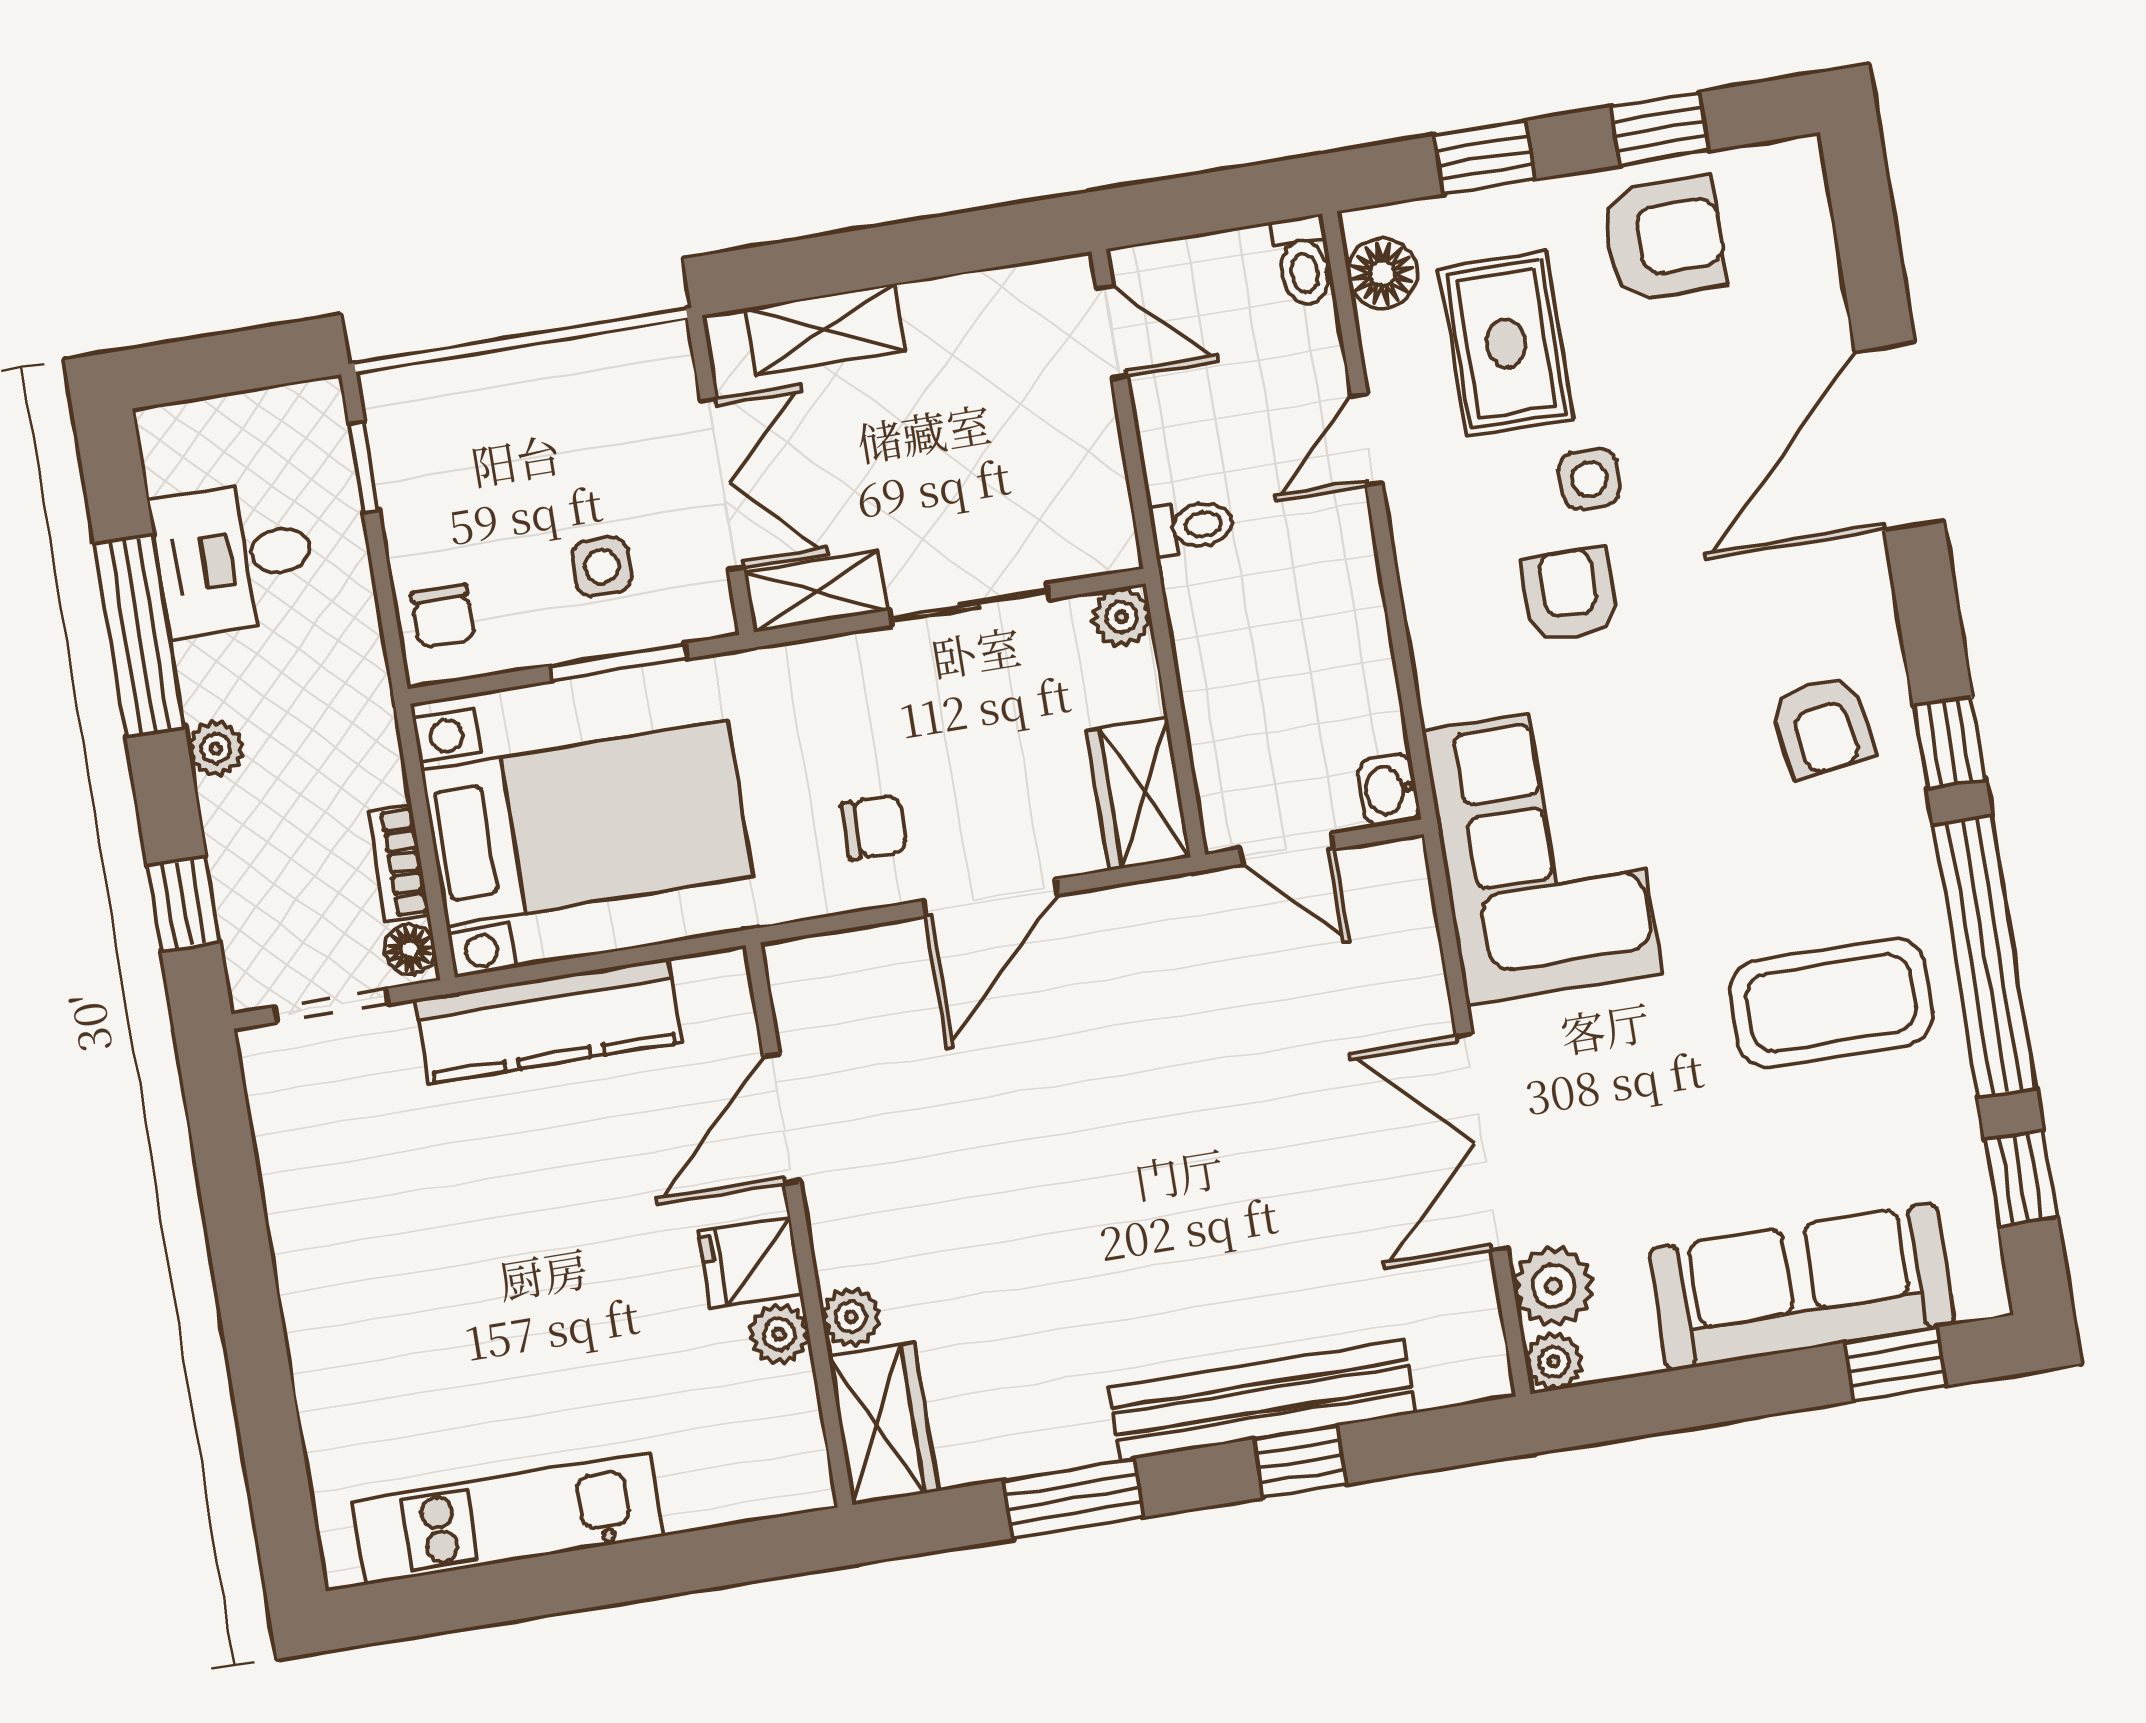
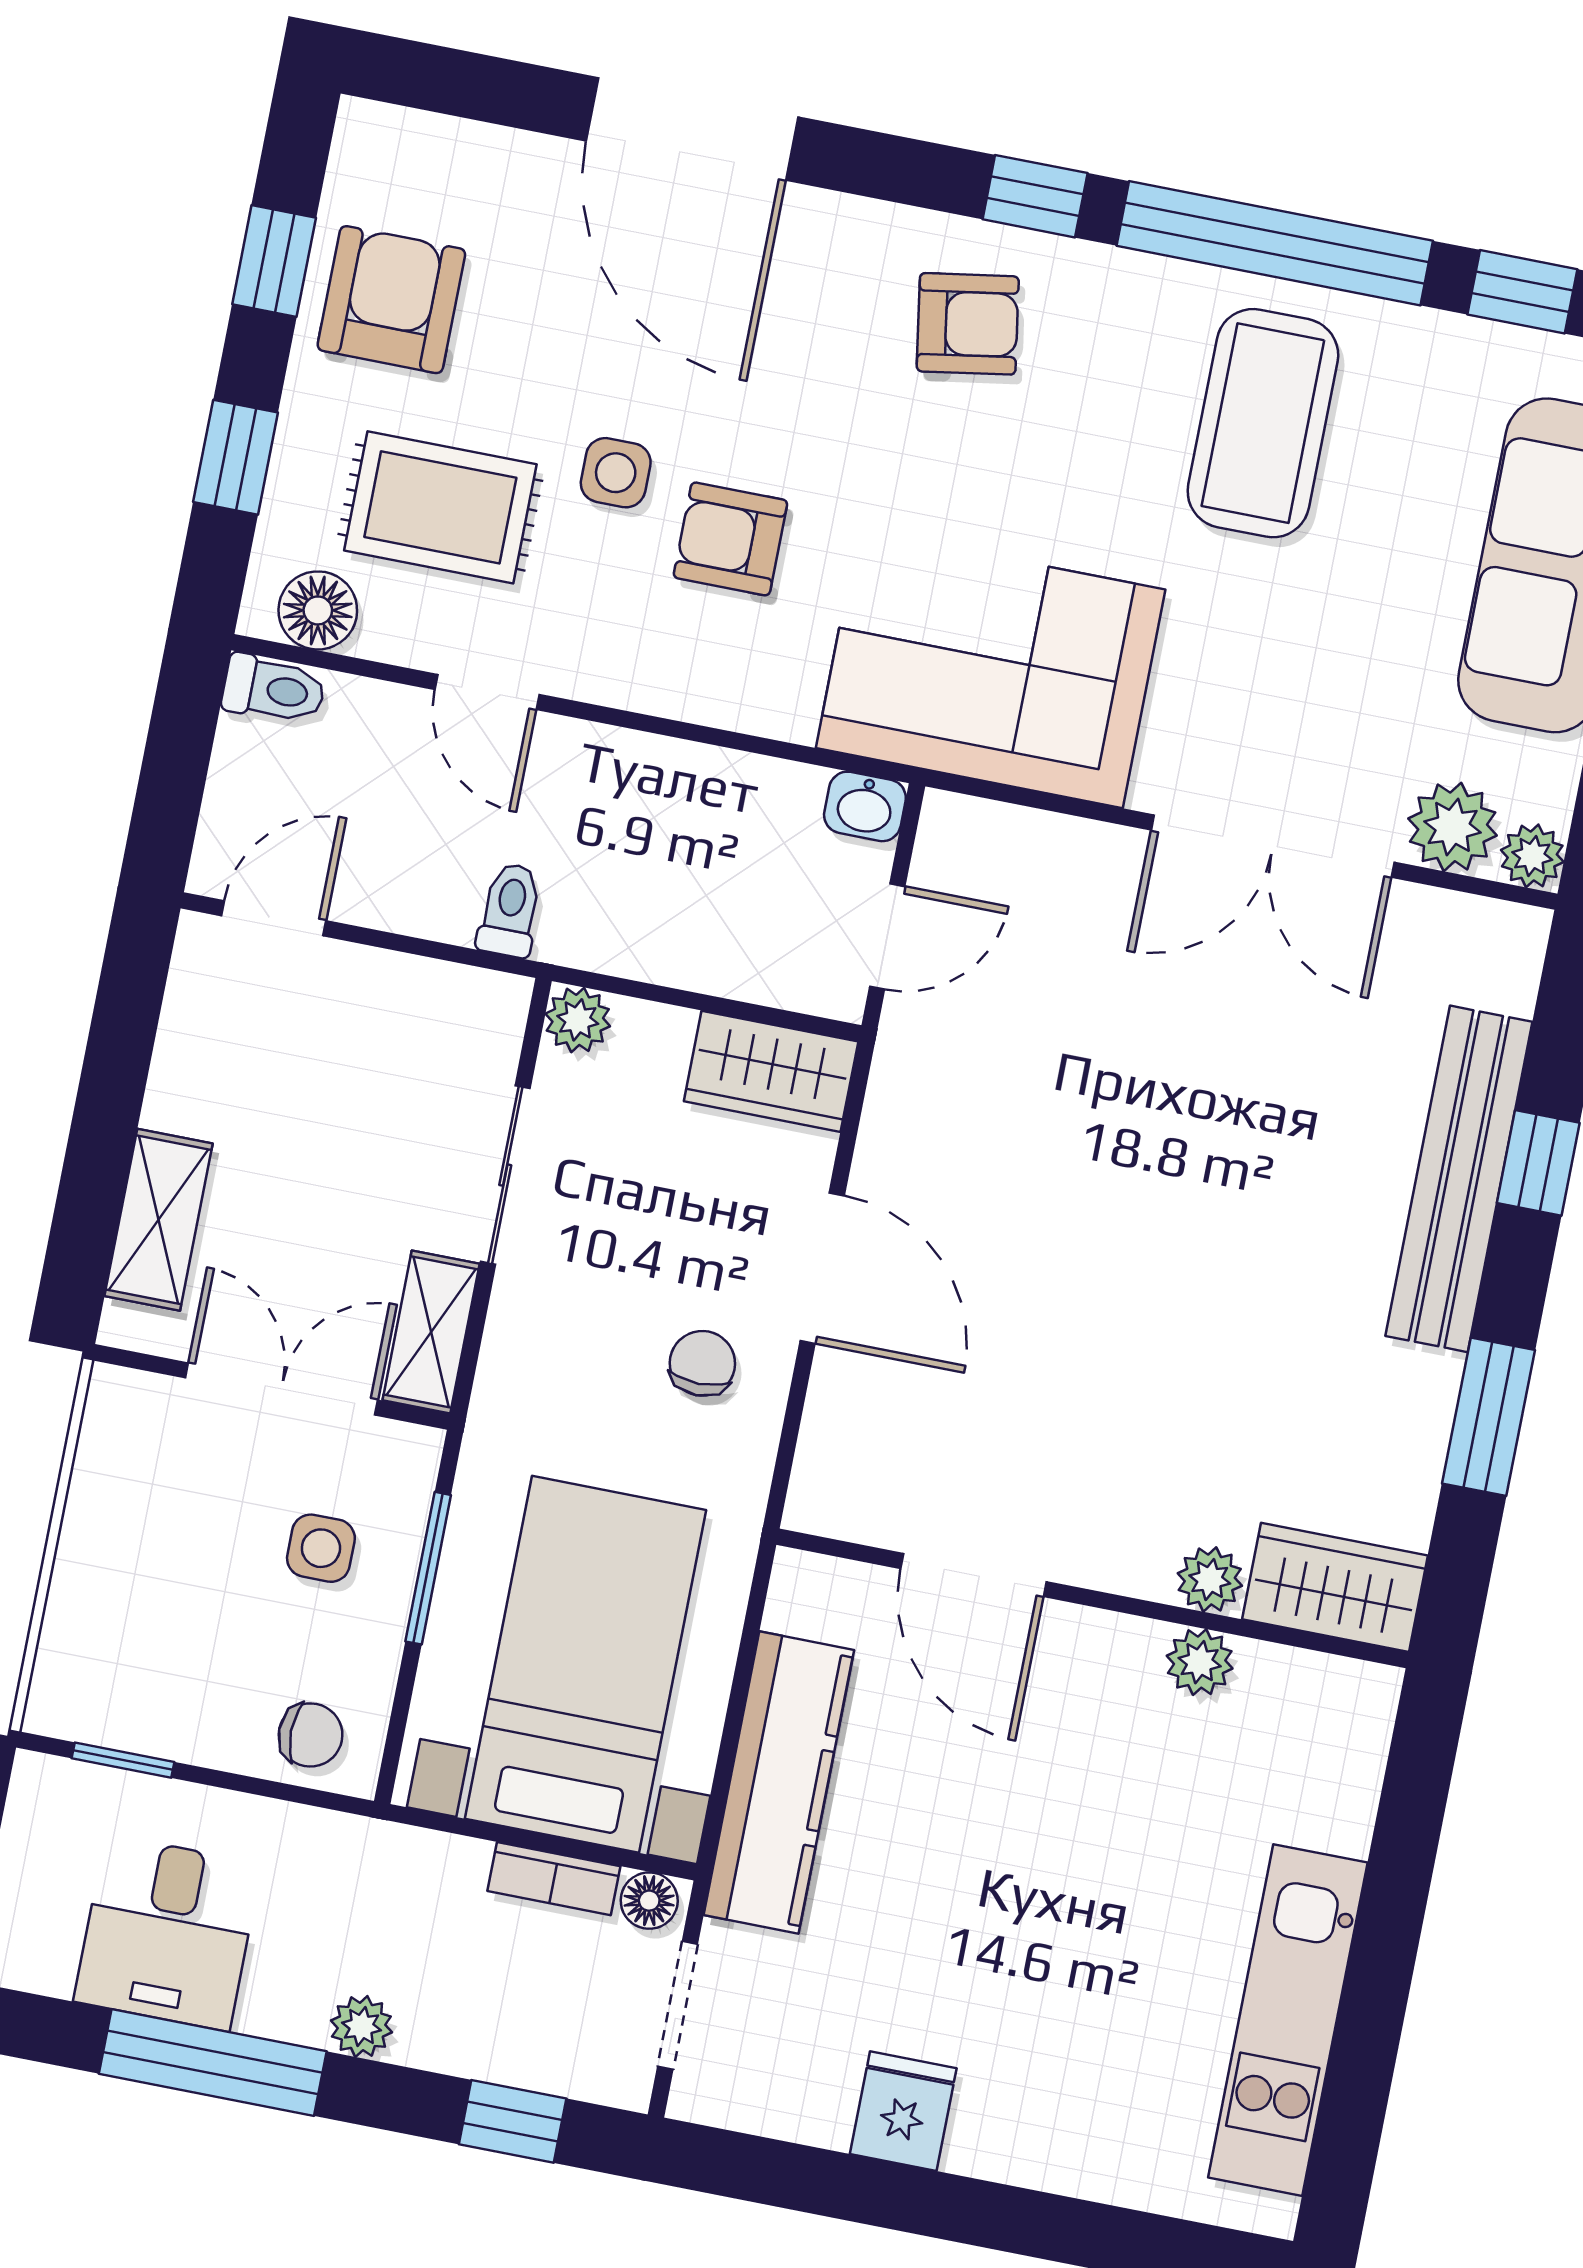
fridge: (751, 1263) -> (903, 2111), moved, turned 180

